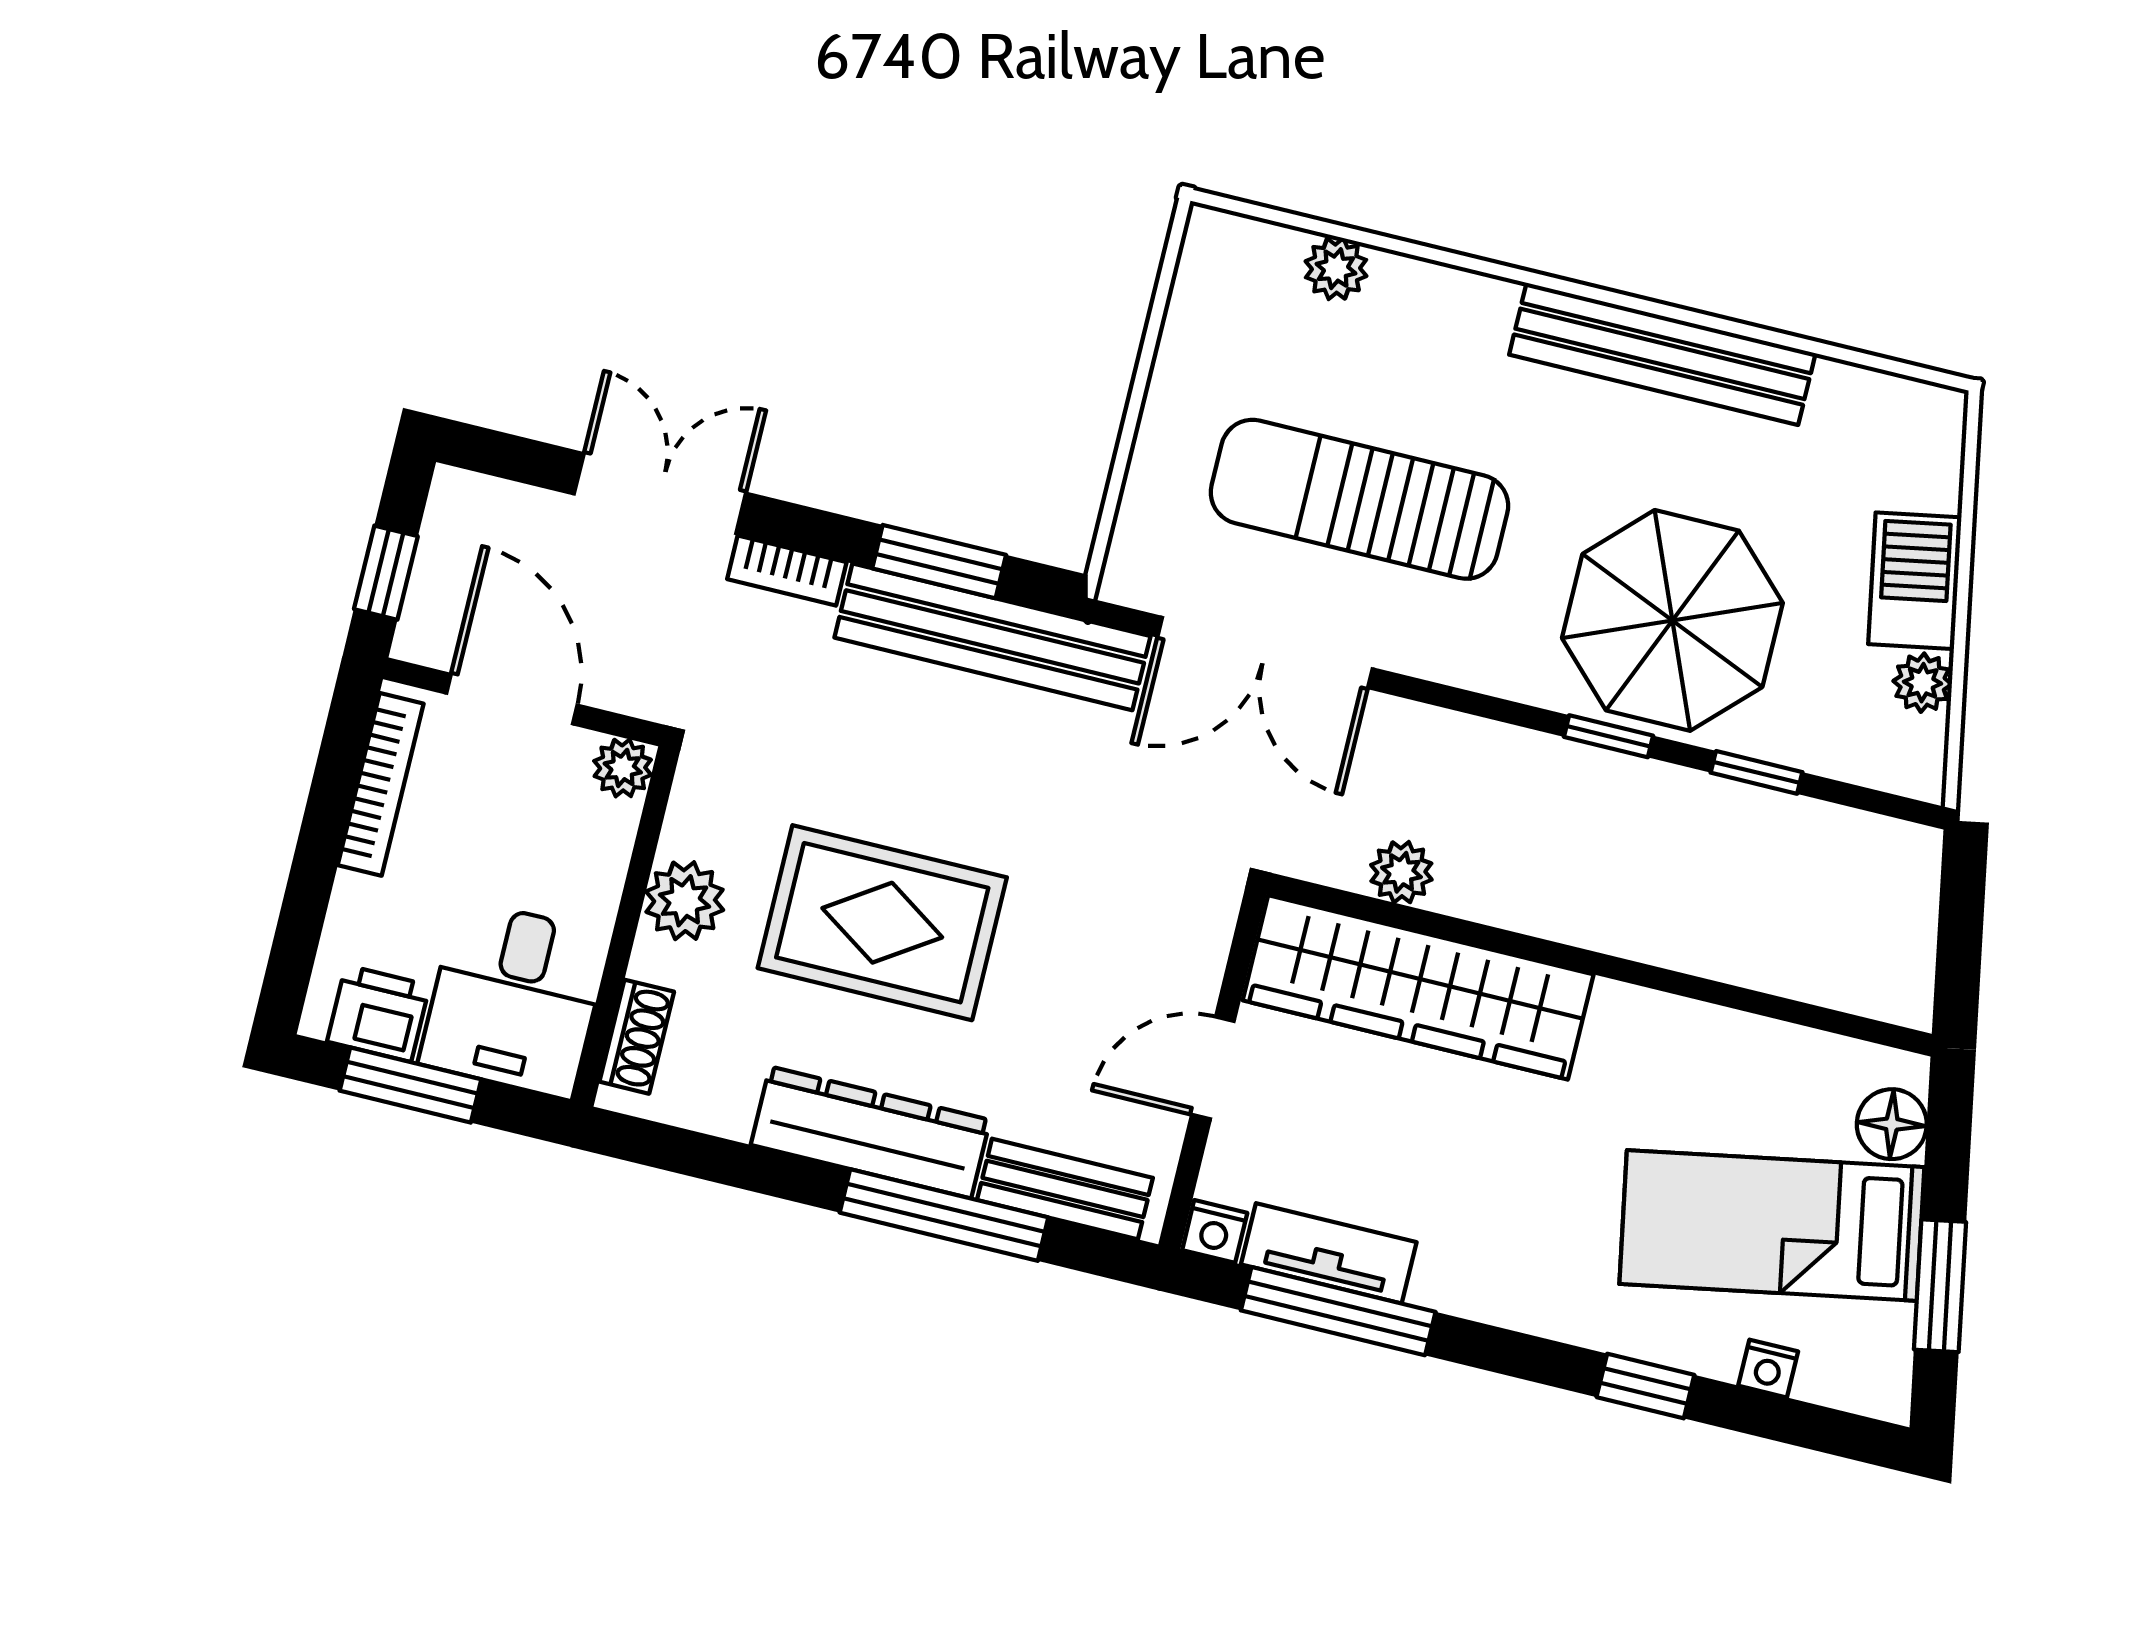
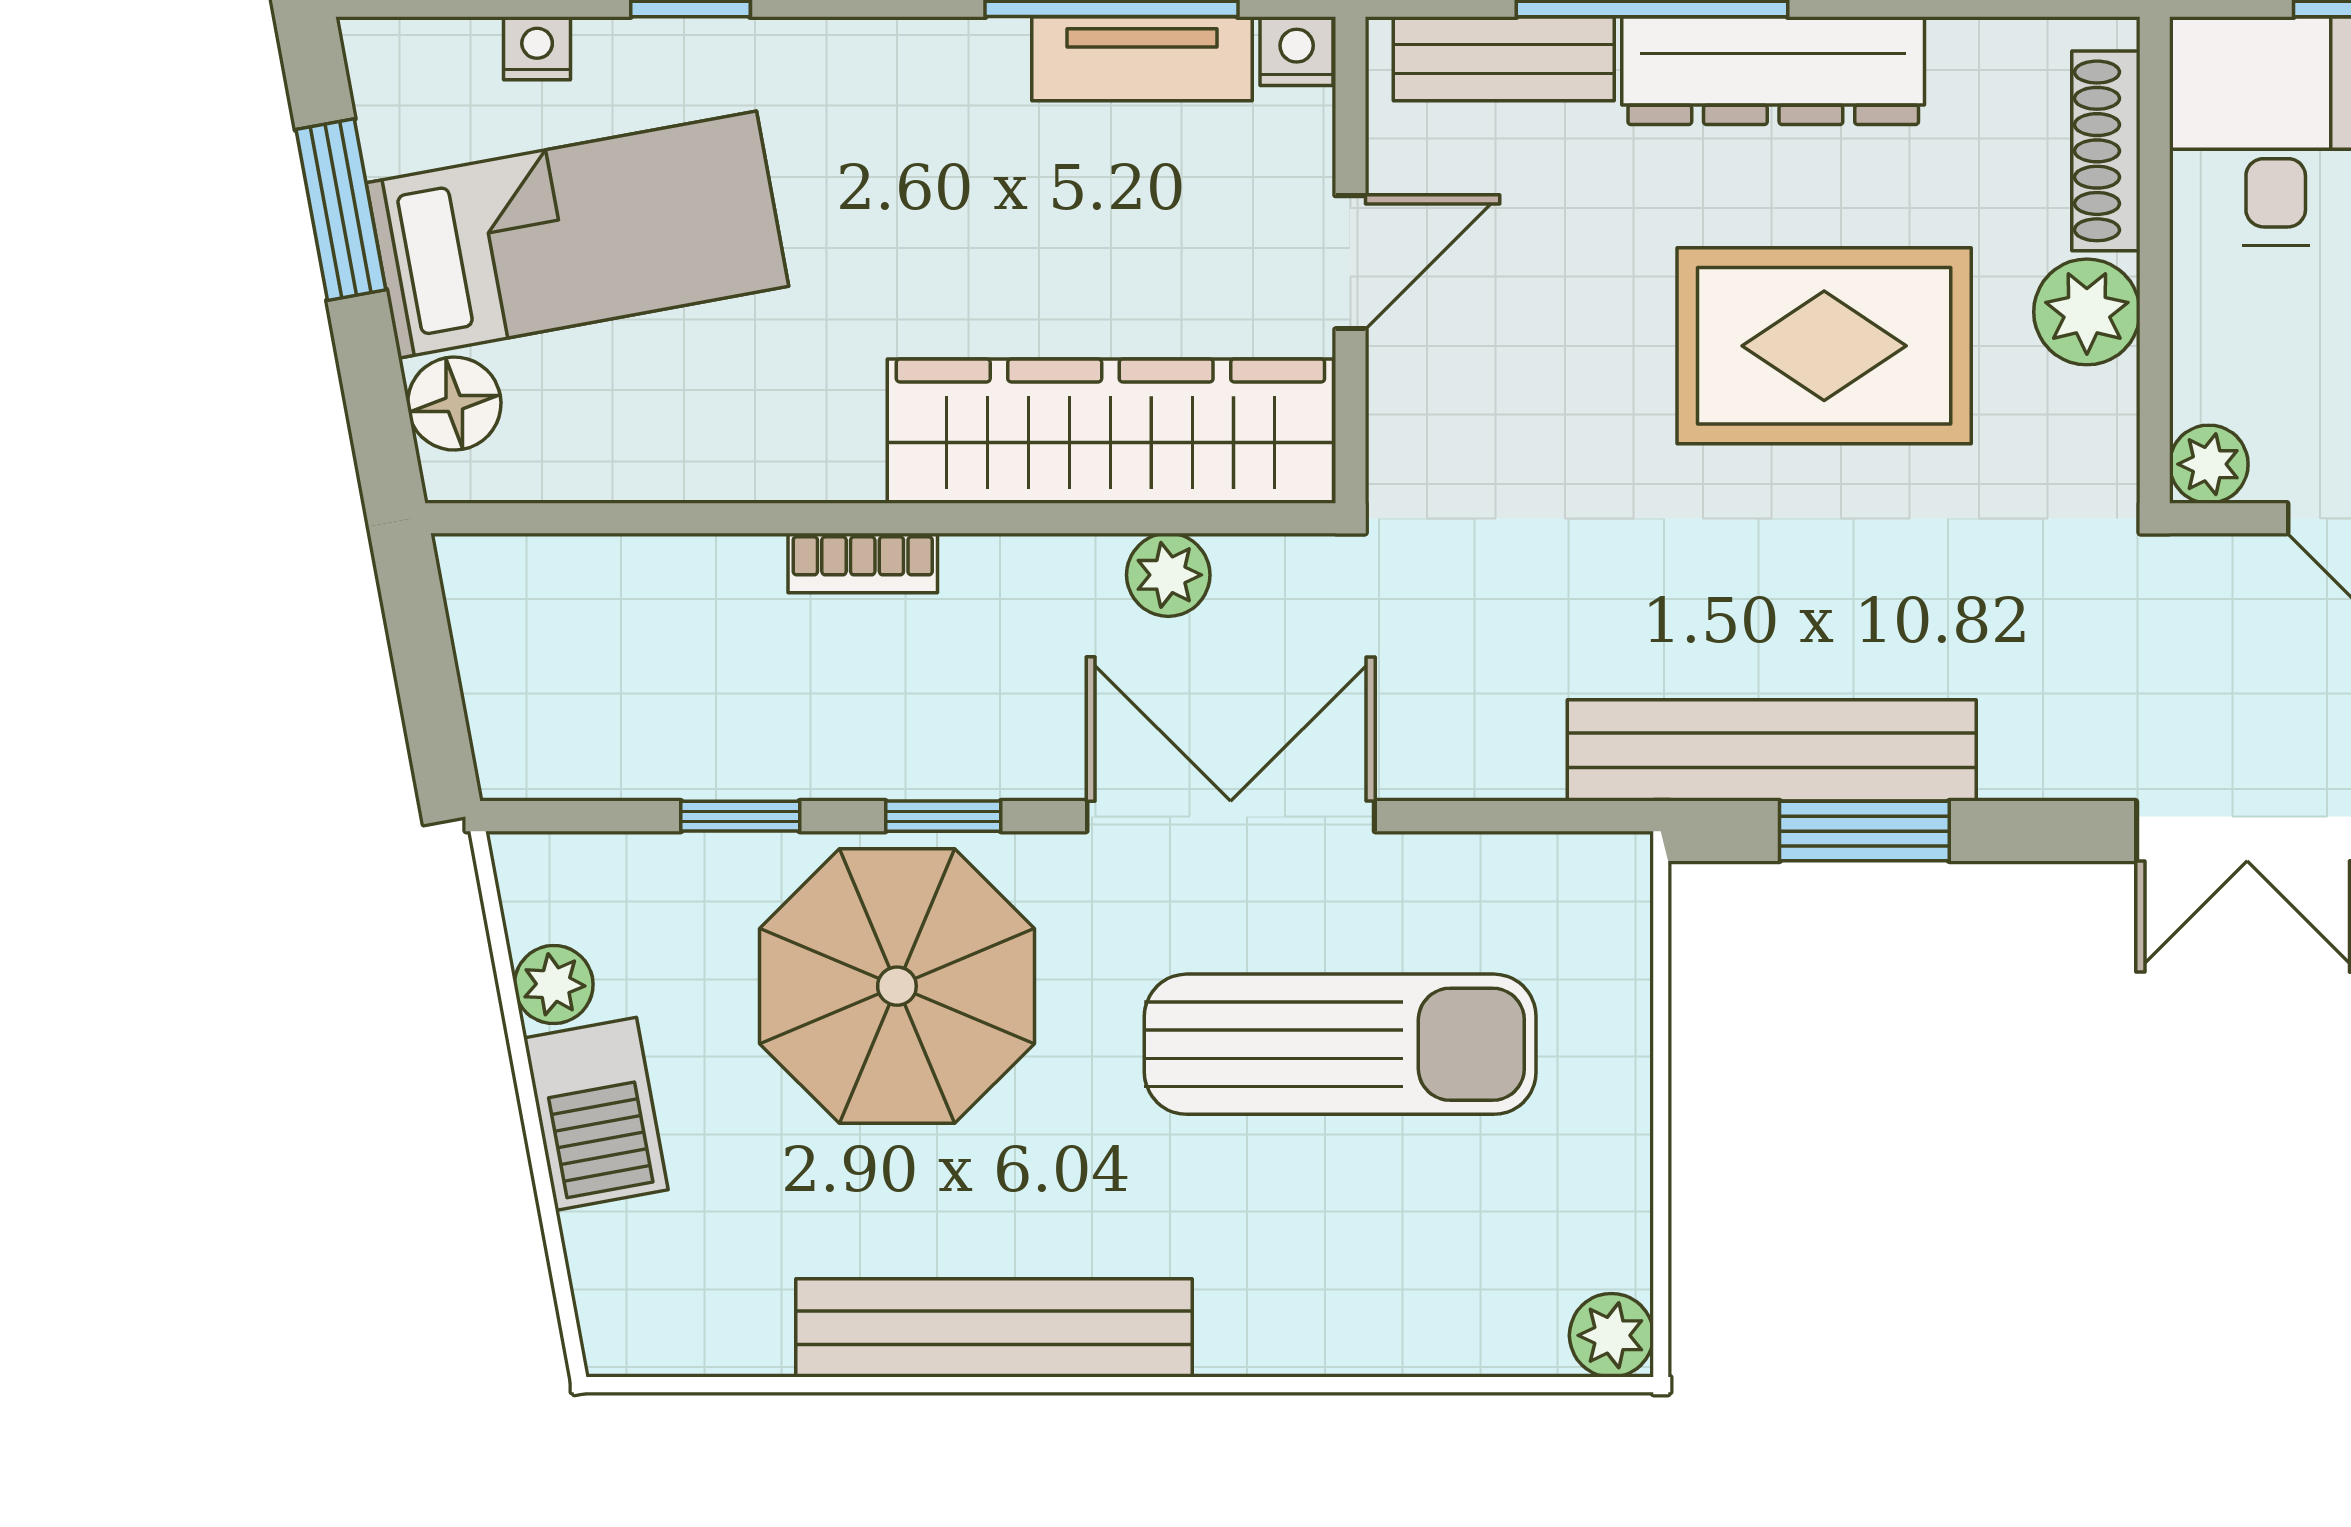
plant: (1336, 269) -> (1611, 1335), moved
bookcase: (787, 571) -> (863, 563), moved, turned 180
double door: (1265, 653) -> (1231, 816), moved
shoe rack: (637, 1037) -> (2106, 151), width x1.43

